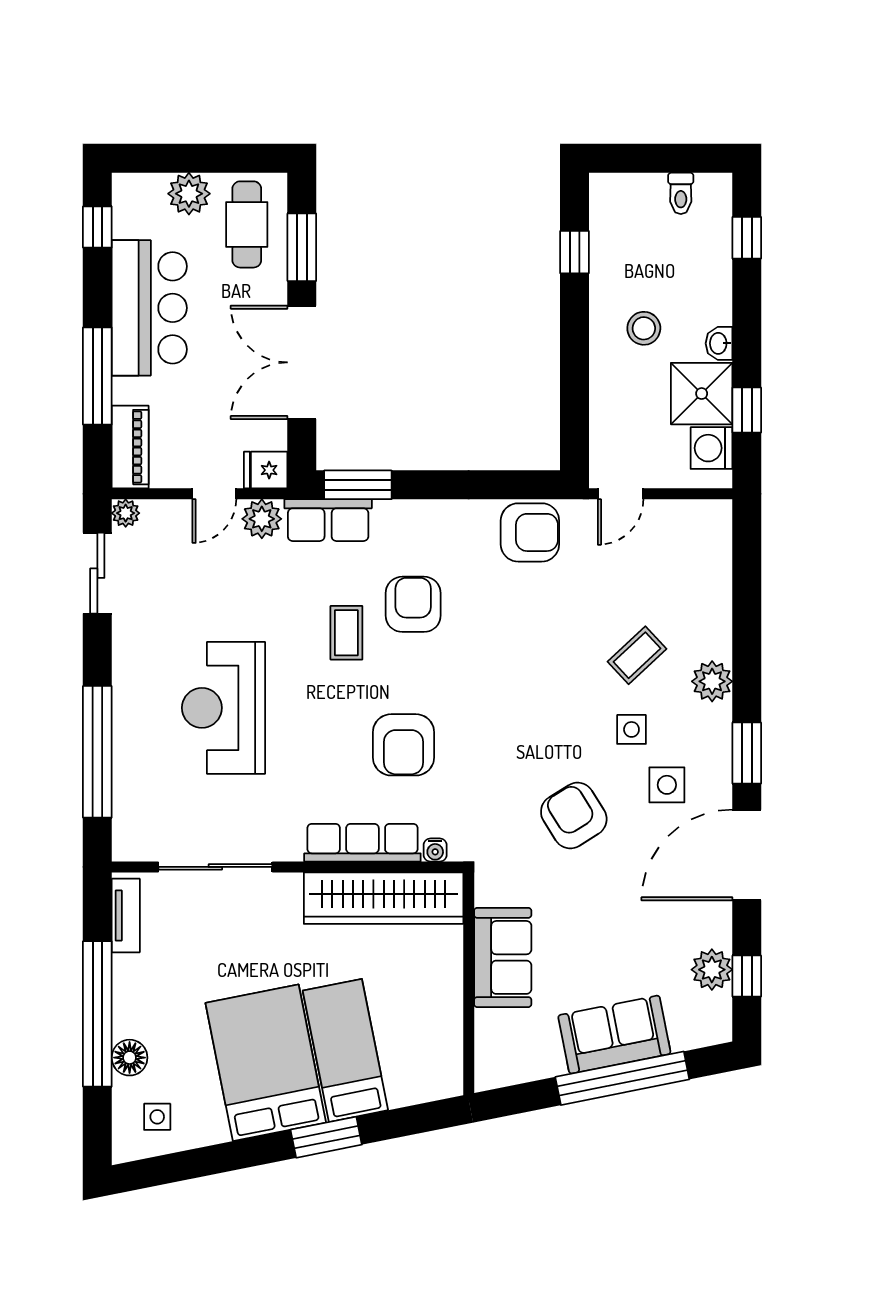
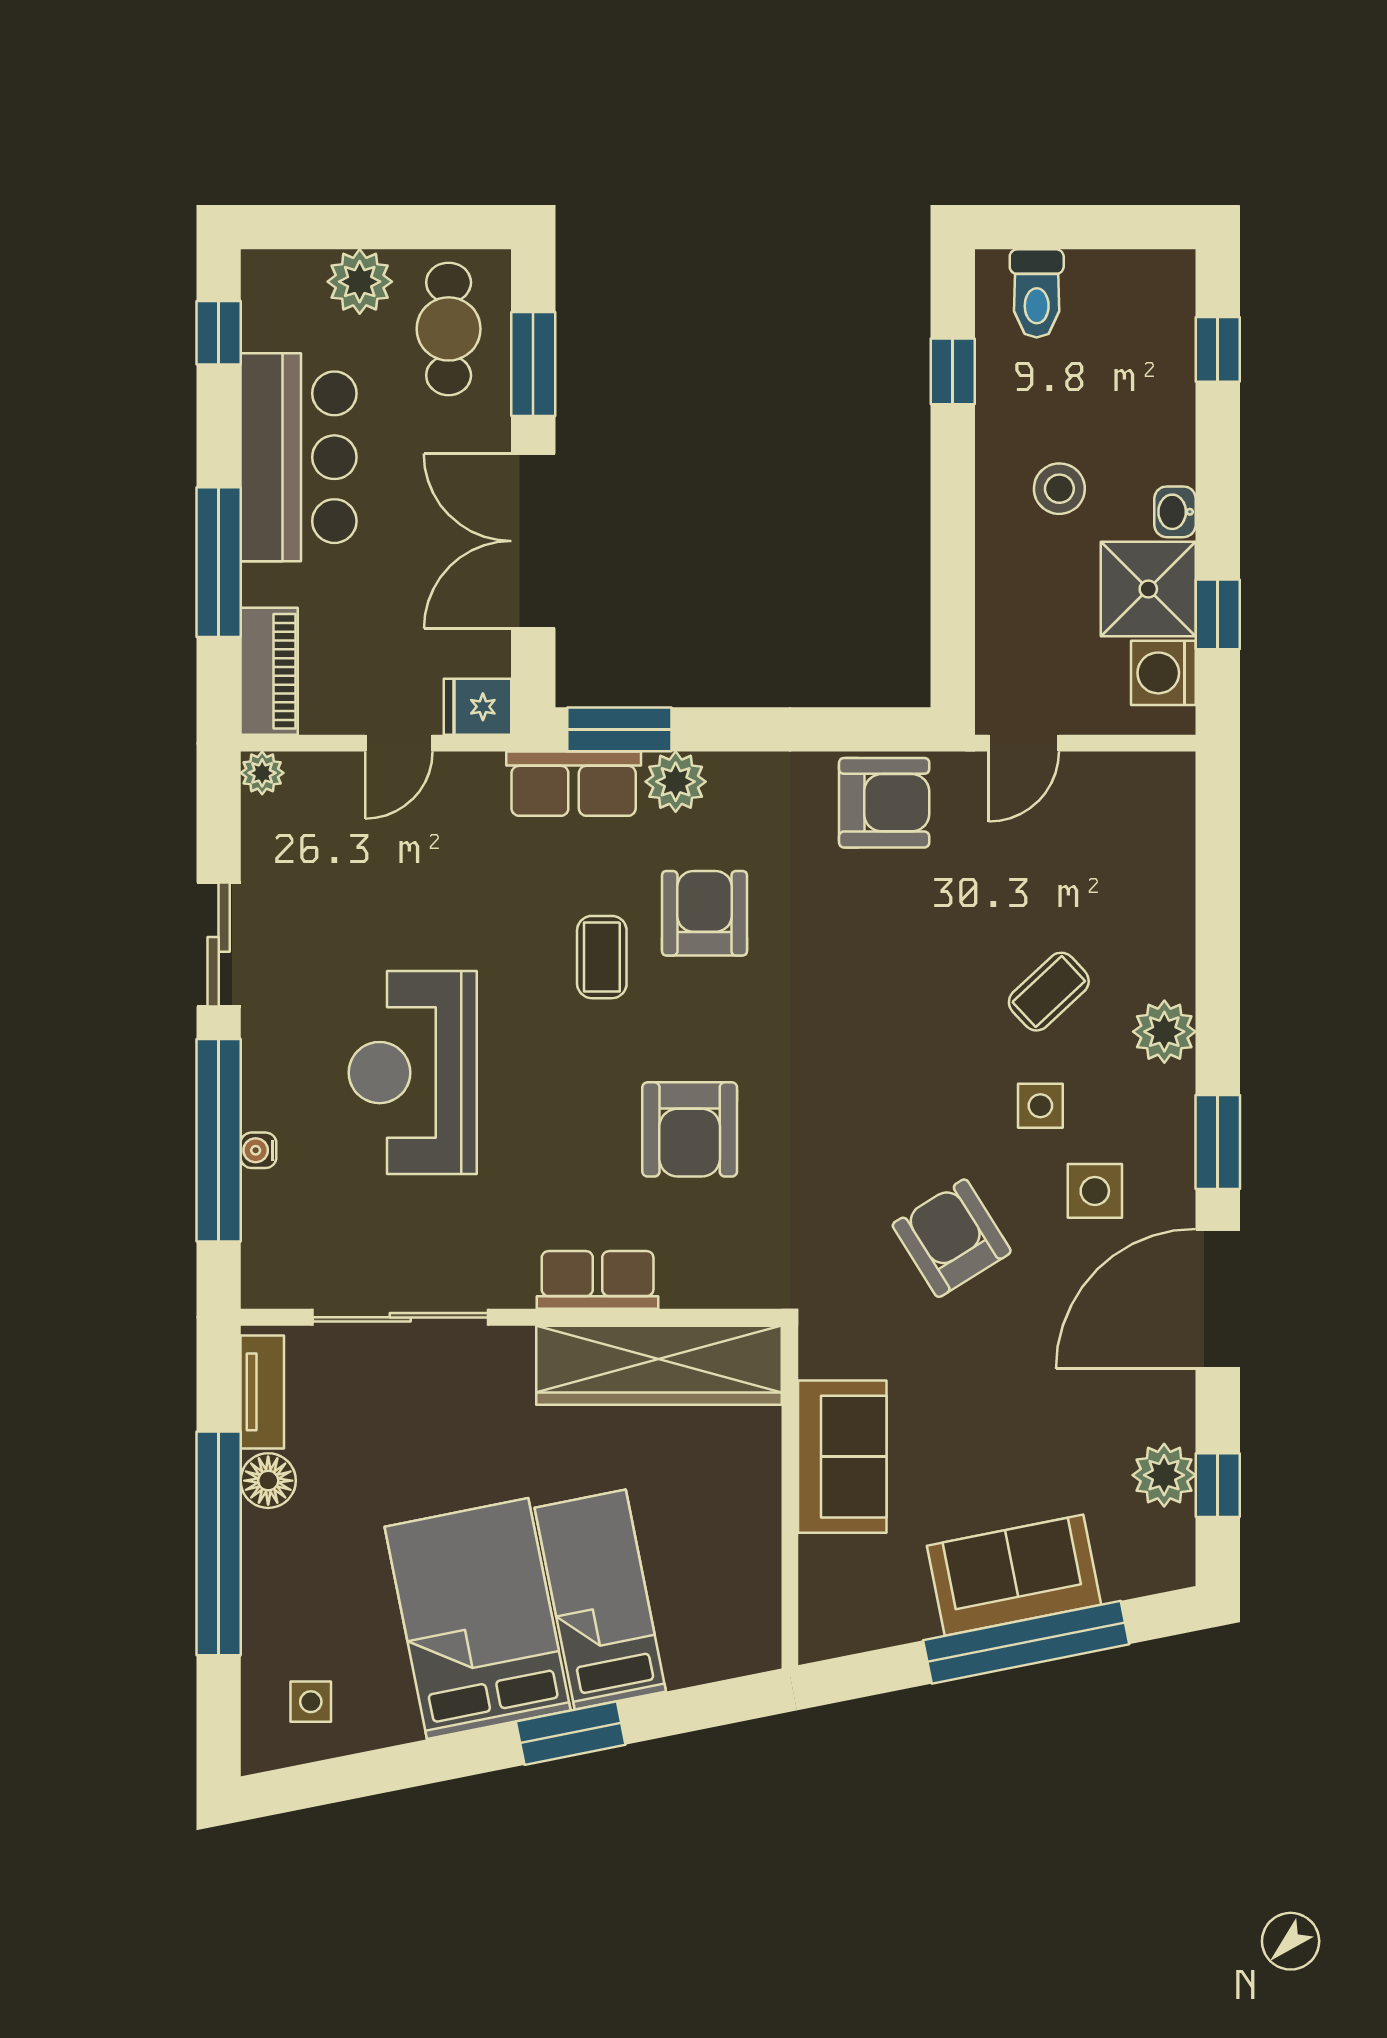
toilet: (681, 193) -> (1037, 293), moved, width x1.37, depth x1.39
plant: (262, 519) -> (676, 782), moved
sliding door: (97, 573) -> (219, 944), moved
row of seats: (362, 843) -> (598, 1280), width x0.68
water cooler: (435, 850) -> (258, 1150), moved, turned 90
floor lamp: (130, 1058) -> (268, 1481), moved

